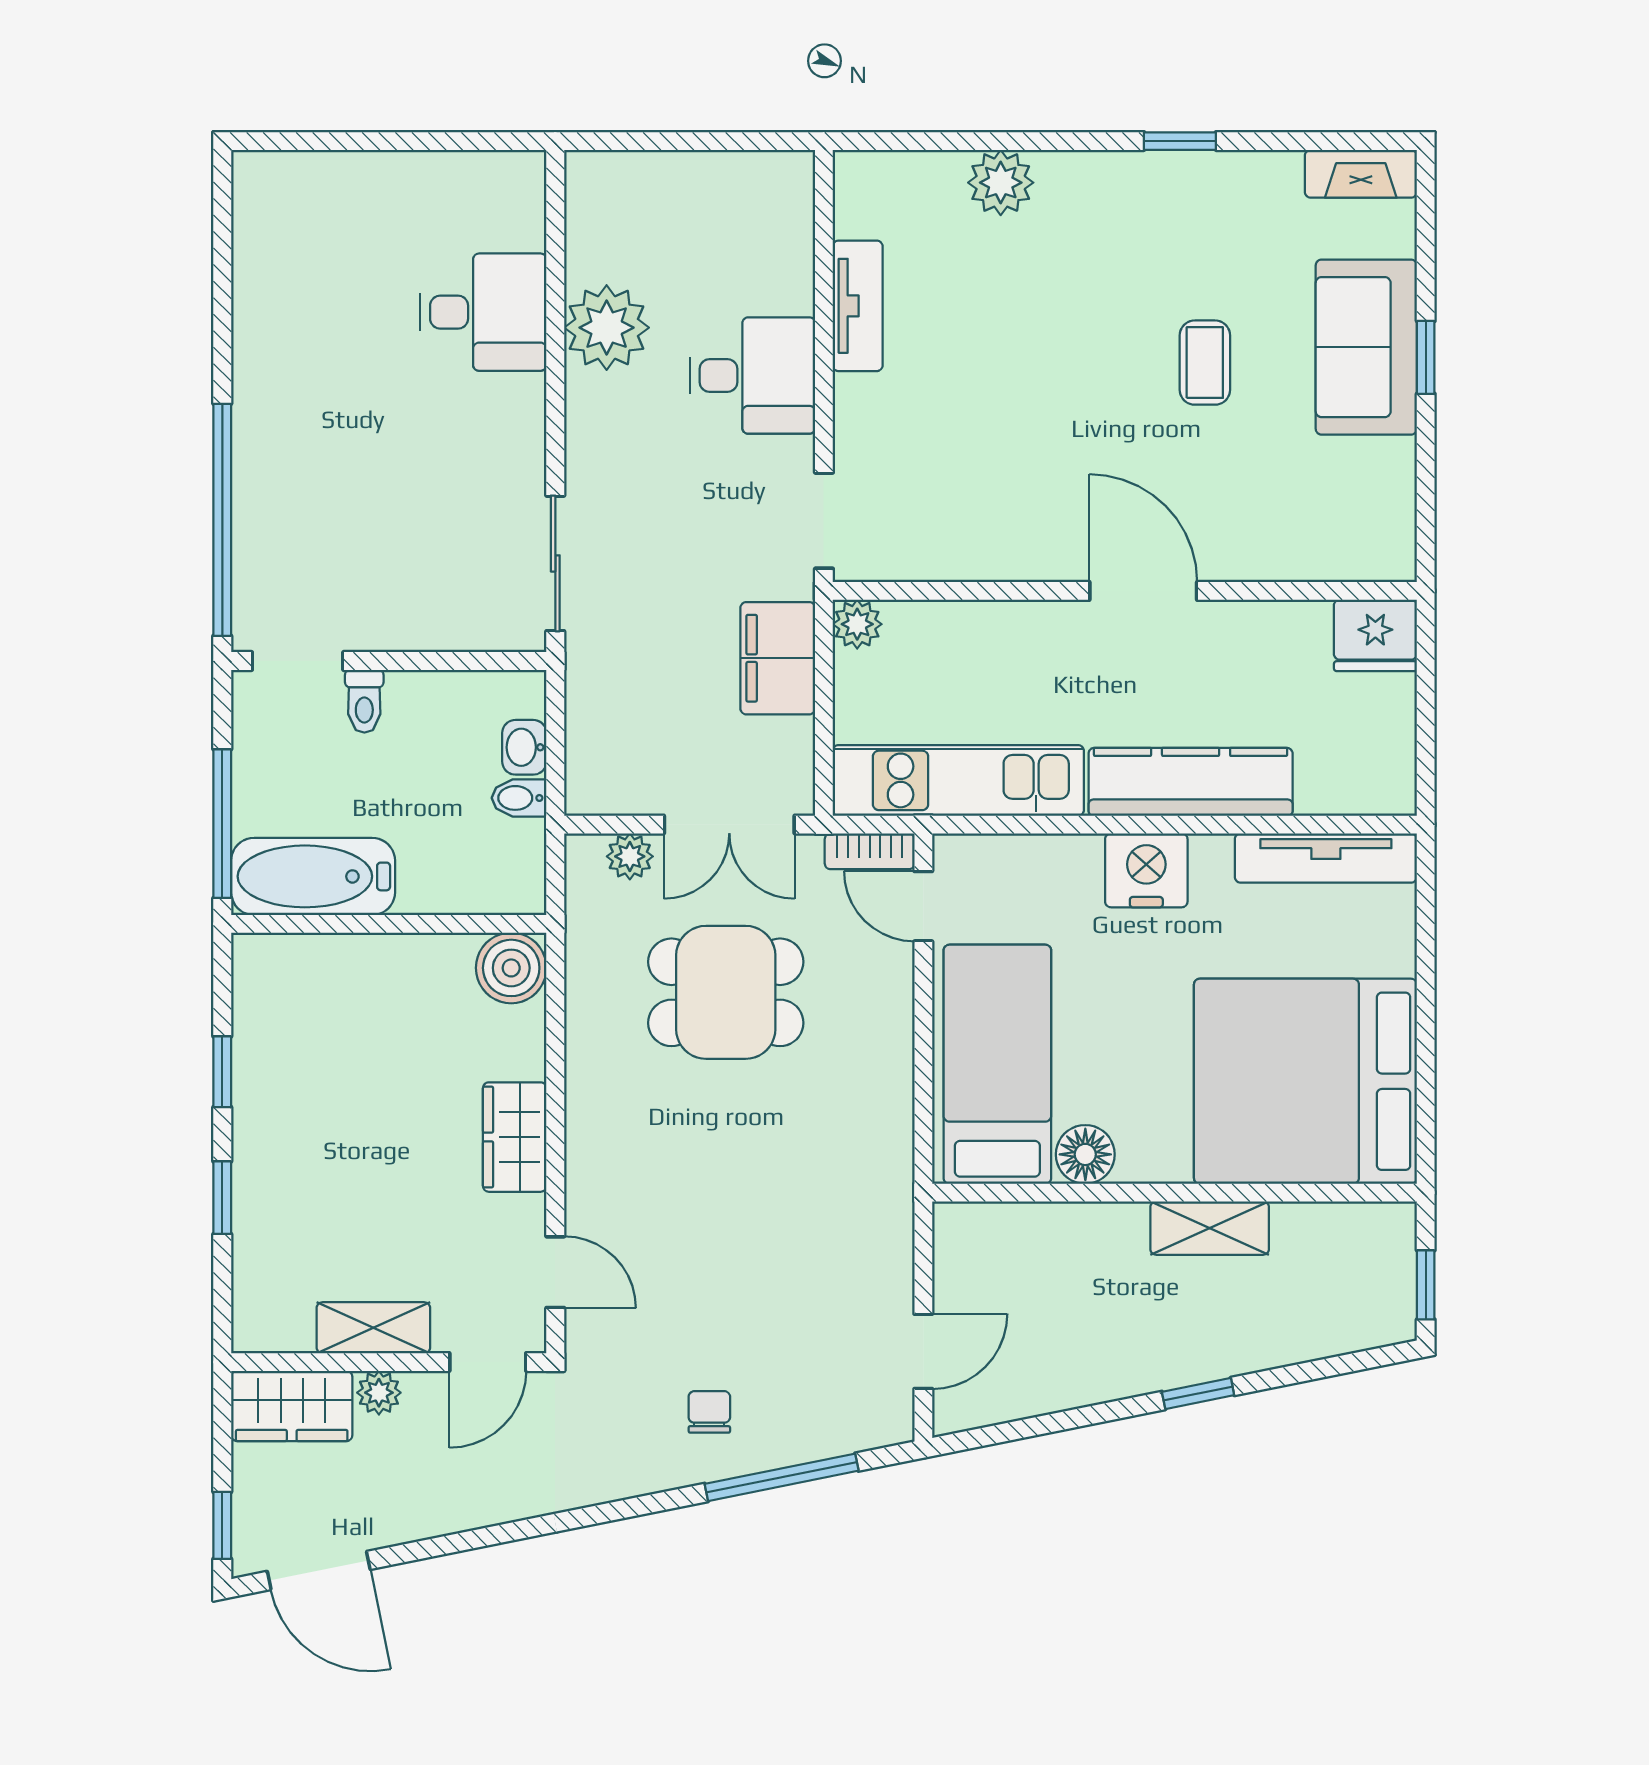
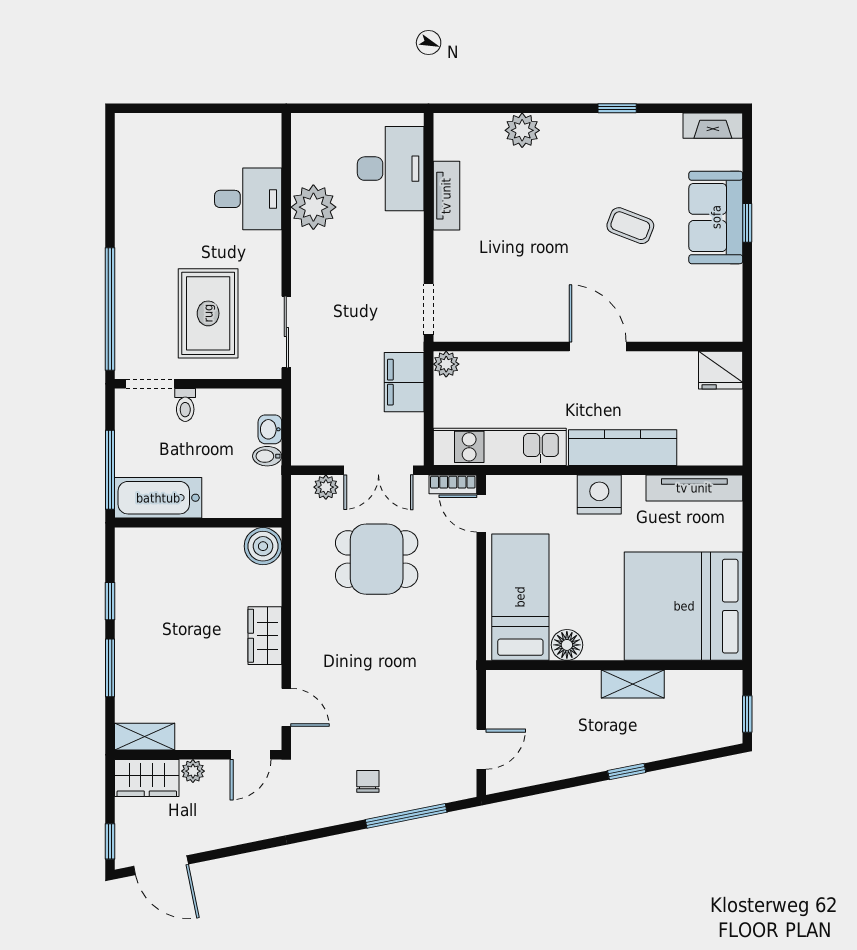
coffee table: (1205, 363) -> (630, 226), turned -69
desk: (752, 376) -> (391, 169), moved, width x1.37
rug: (407, 528) -> (208, 313), added
window: (222, 1198) -> (110, 668), width x1.50
shelving: (373, 1328) -> (145, 737), moved

